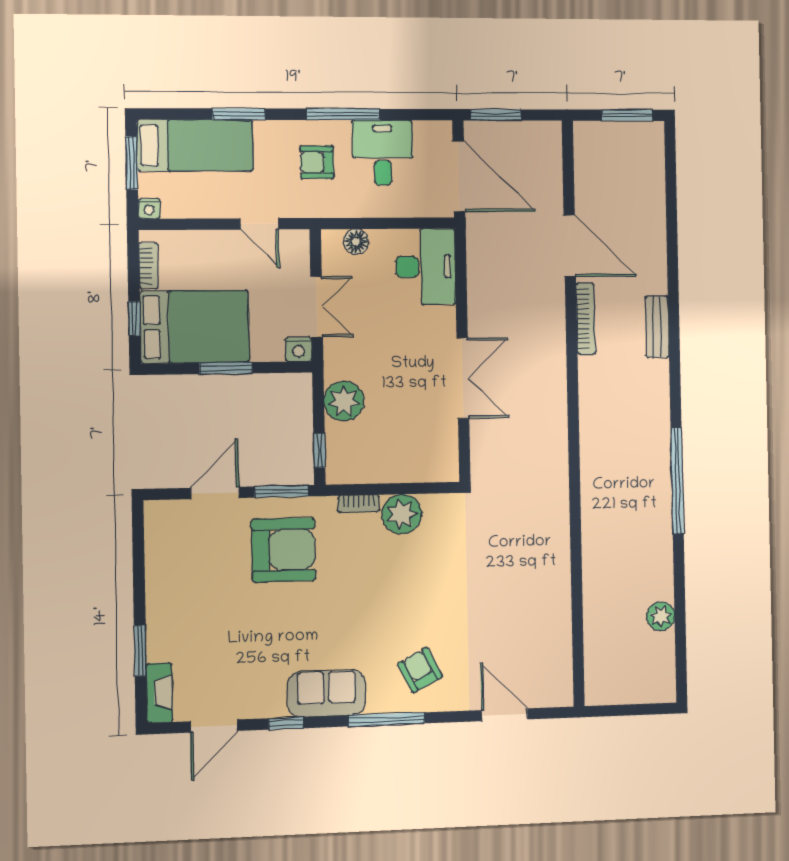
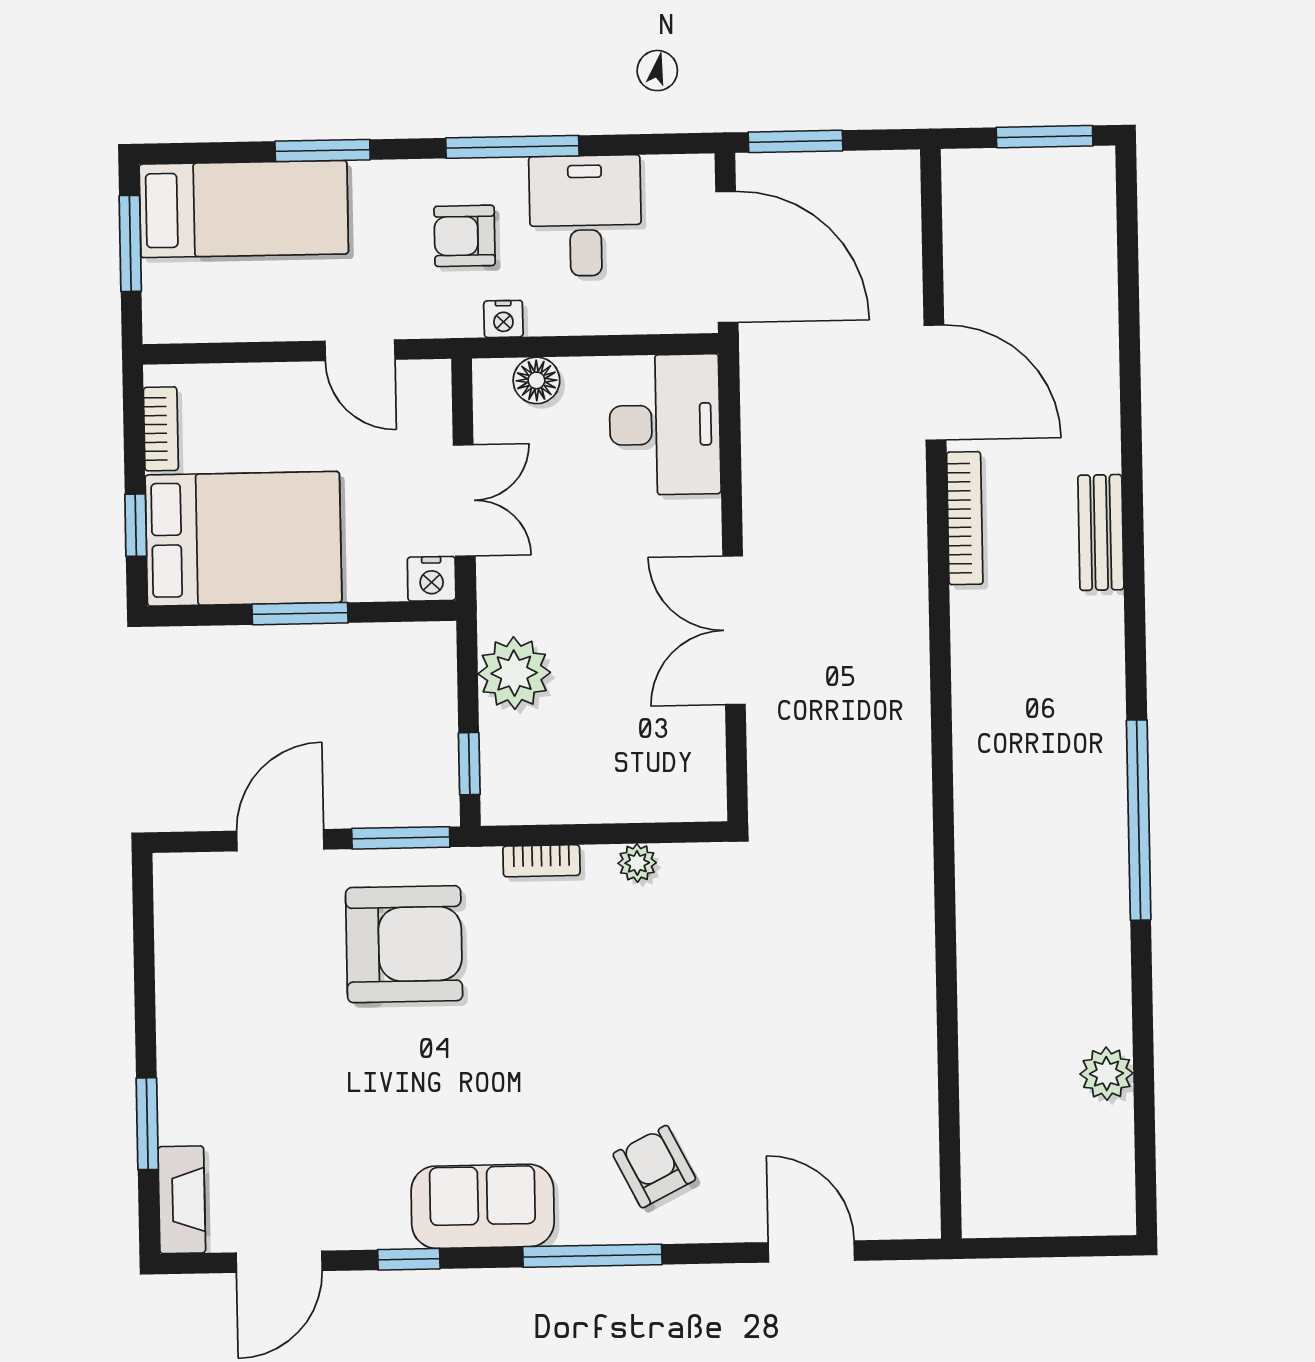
nightstand: (149, 209) -> (503, 319), moved
double door: (463, 378) -> (734, 630), swing flipped
plant: (402, 514) -> (637, 863), width x0.53, depth x0.53

